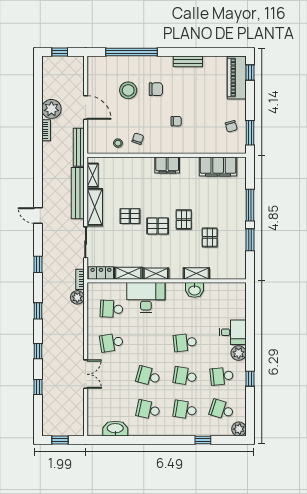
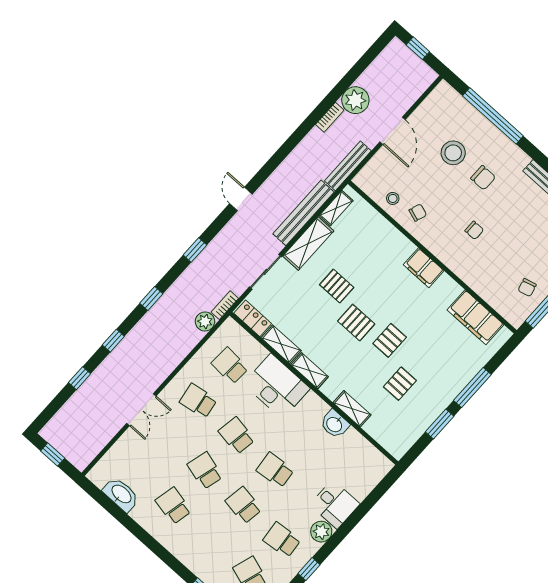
school desk: (185, 410) -> (237, 436), moved

